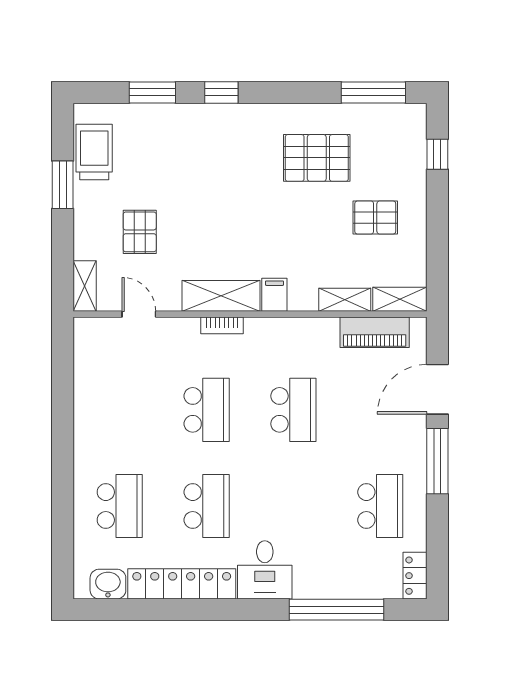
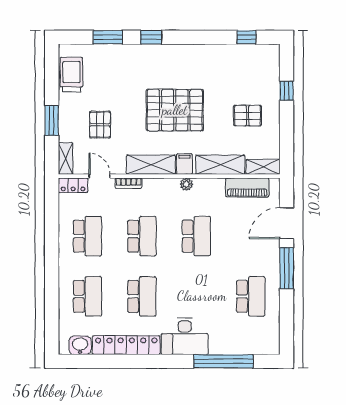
window: (373, 92) -> (246, 37), width x0.46
window: (437, 154) -> (287, 91), moved
pallet: (317, 158) -> (175, 110), moved, width x1.37, depth x1.41
window: (63, 185) -> (52, 120), moved
shelving: (345, 300) -> (220, 165), width x1.50, depth x1.33
bookcase: (222, 325) -> (129, 183), moved
plant: (278, 327) -> (186, 184), added
school desk: (120, 410) -> (87, 236), added
desk: (265, 570) -> (185, 336), width x1.37
locker: (415, 576) -> (73, 185), moved, turned -90

